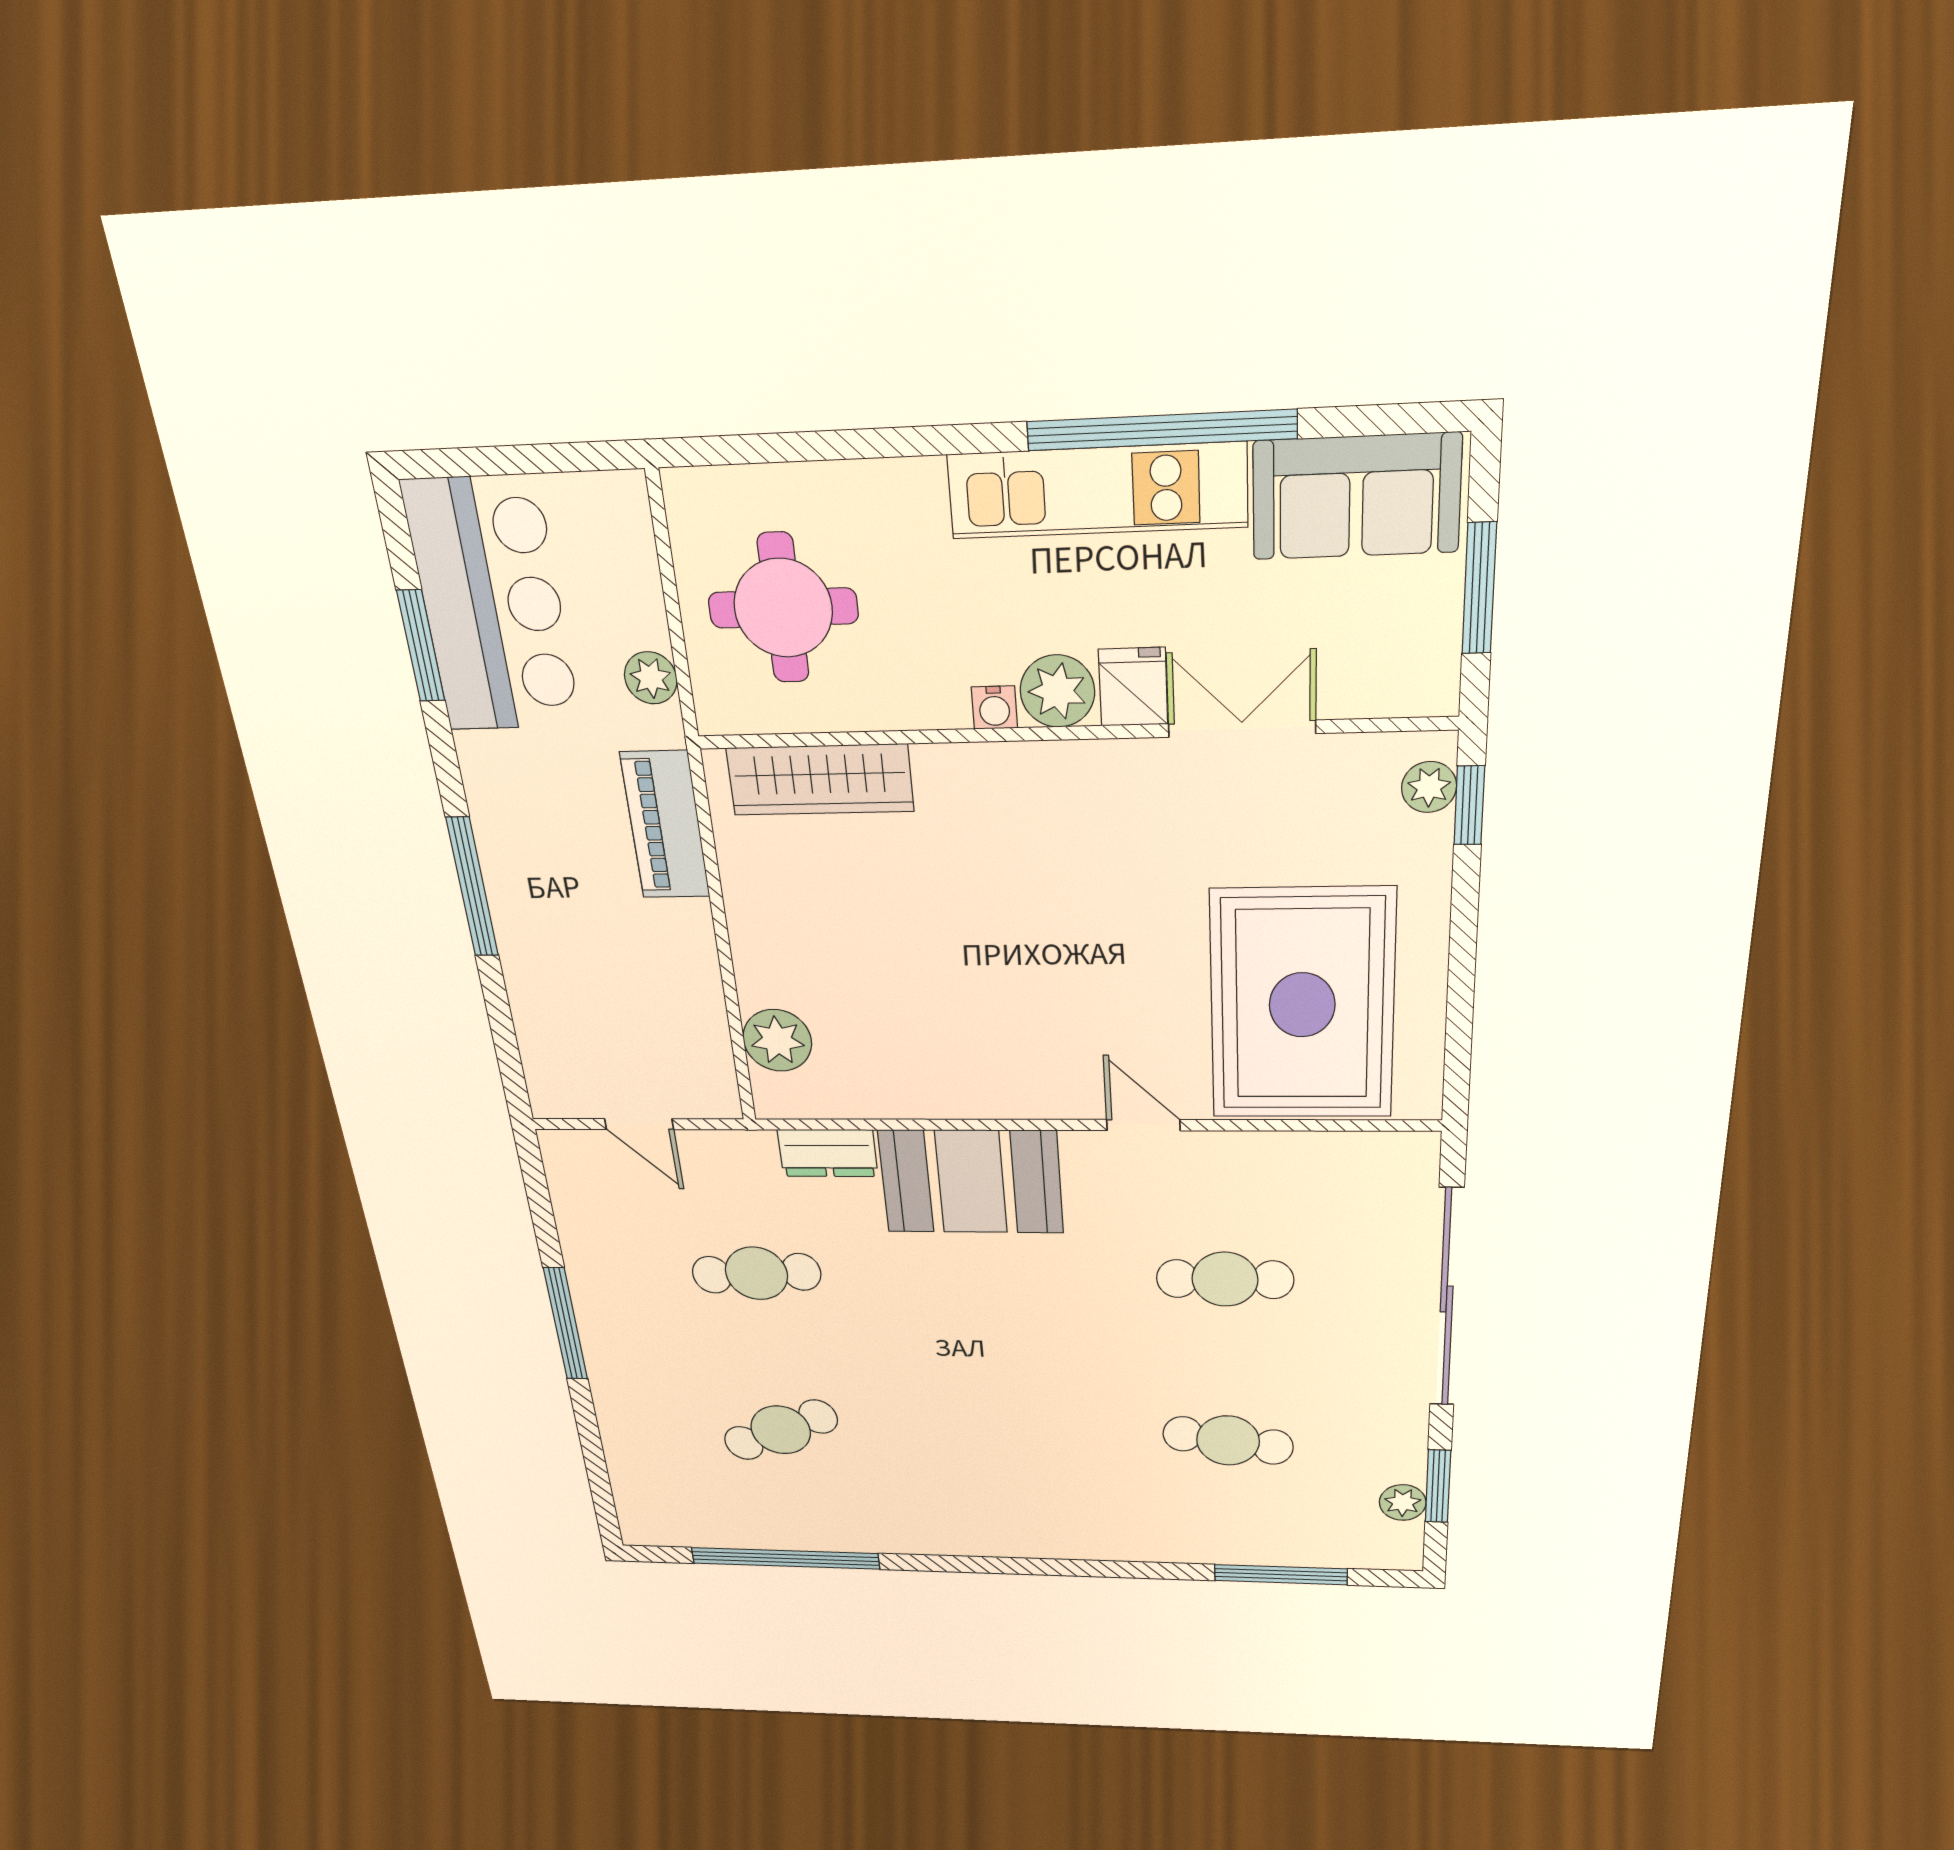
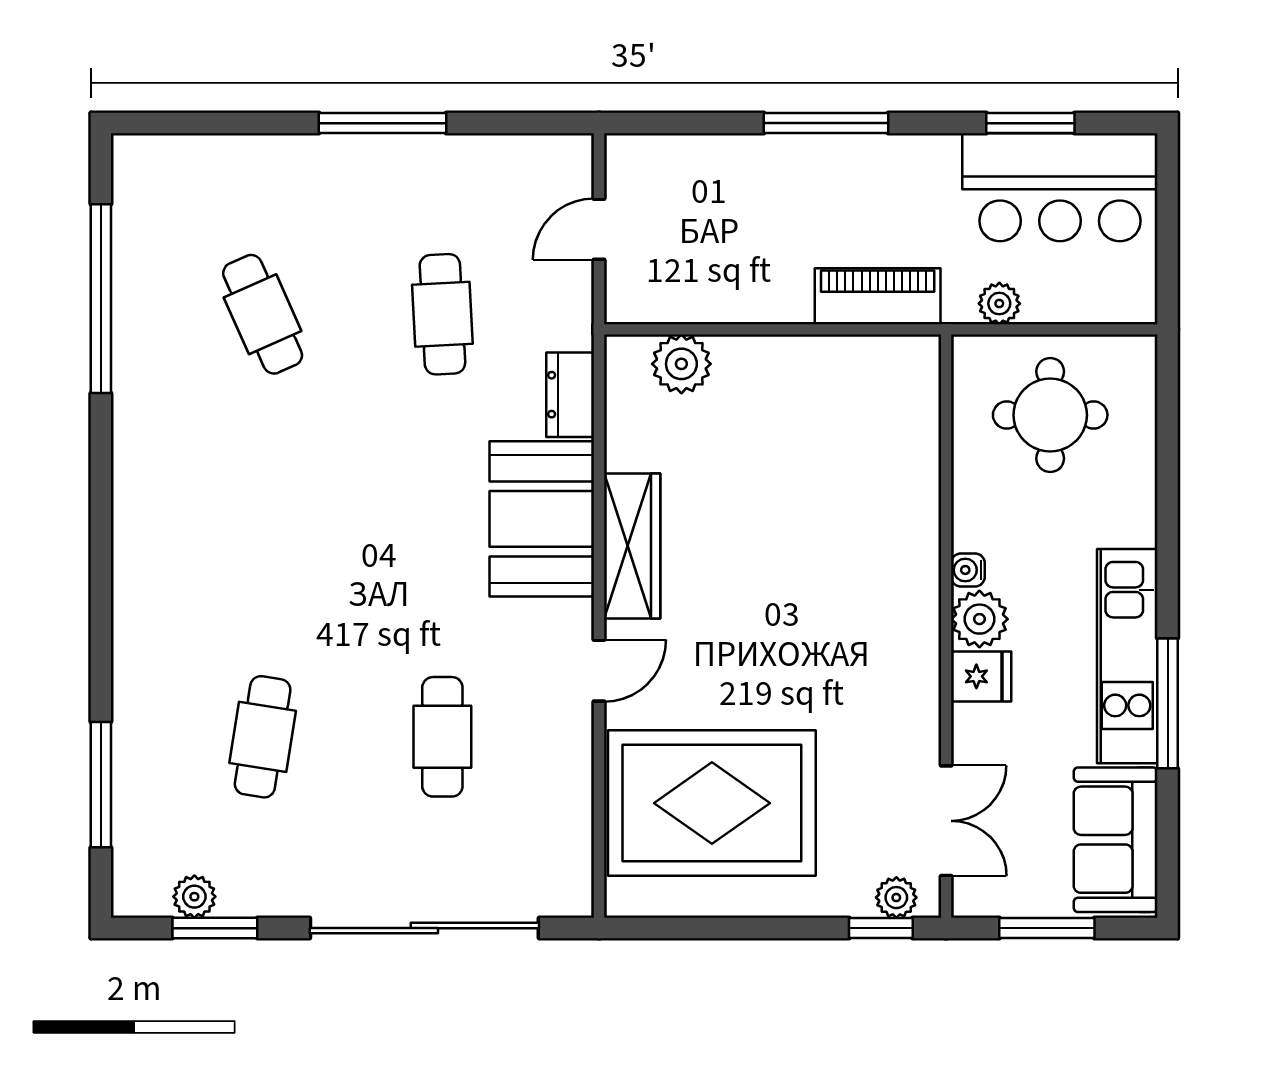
window: (1161, 430) -> (1168, 703), width x0.68
double door: (1242, 729) -> (946, 821), moved
wardrobe: (820, 780) -> (632, 546), moved, turned 180

